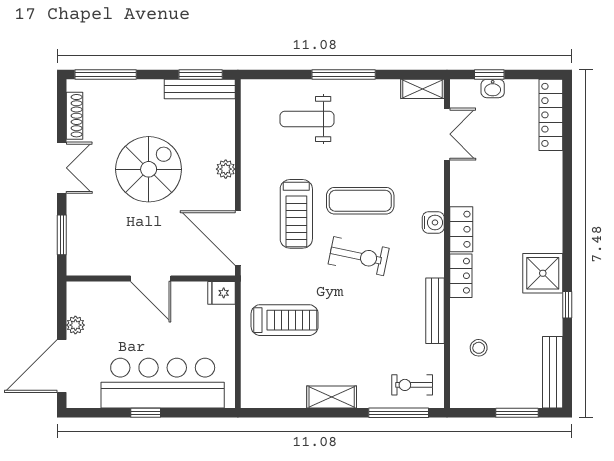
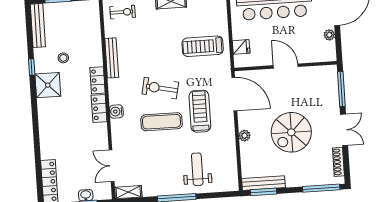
weight bench: (307, 119) -> (197, 169), turned -90
double door: (62, 168) -> (344, 130), swing flipped
window: (62, 235) -> (341, 89), width x1.44
fridge: (221, 293) -> (241, 47), moved
stool: (479, 348) -> (63, 58), moved

